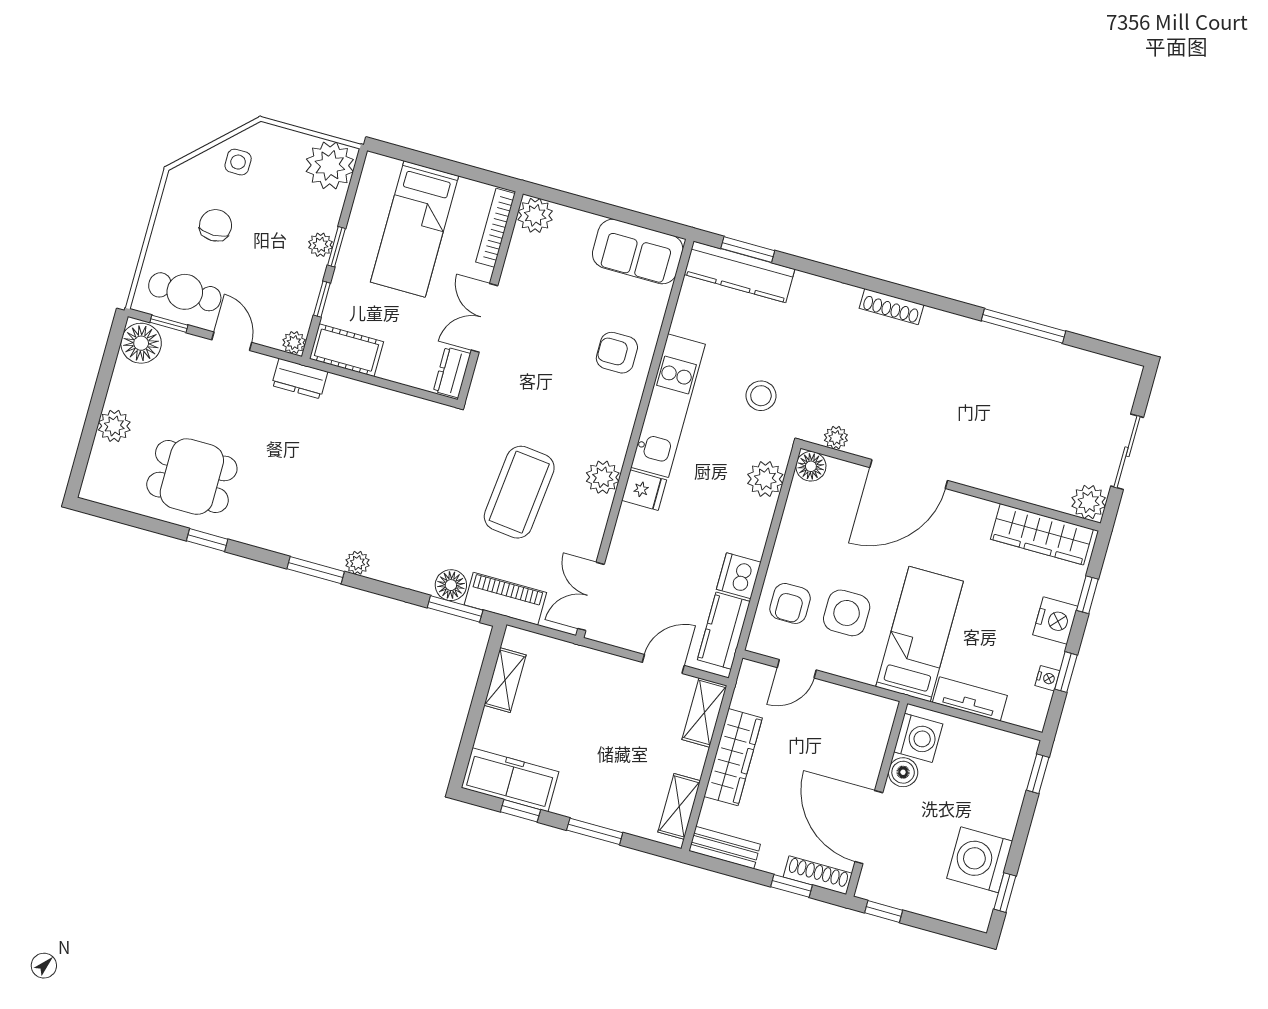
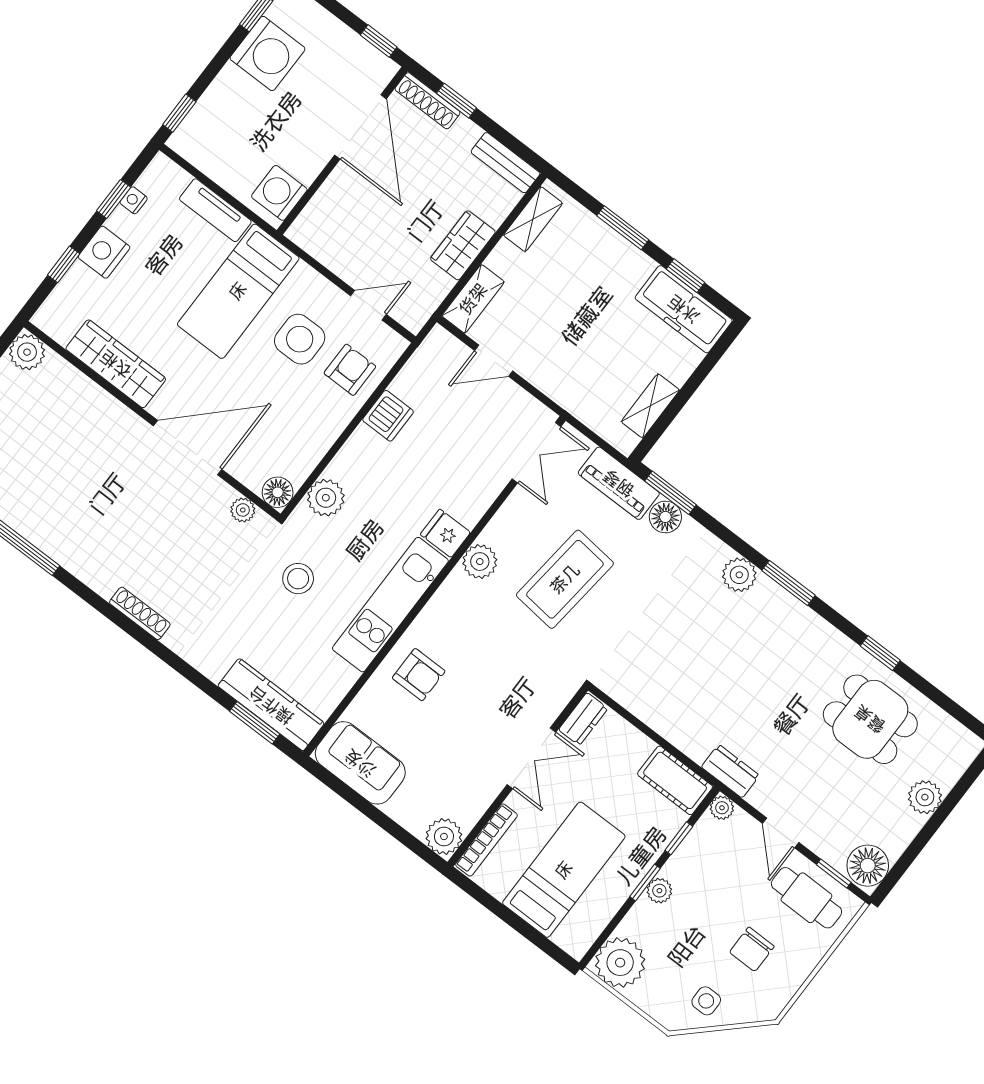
wardrobe: (1042, 534) -> (116, 364), moved
plant: (357, 563) -> (739, 575), width x1.38, depth x1.38
kitchen counter: (724, 631) -> (423, 369), removed
wardrobe: (733, 757) -> (463, 245), width x0.67
boiler: (903, 772) -> (307, 166), removed

